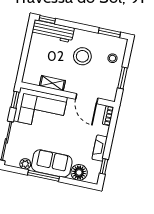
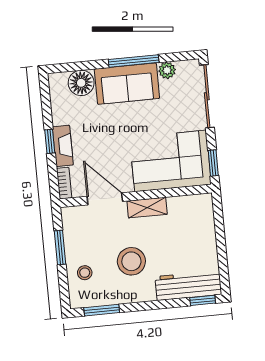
shelving: (52, 83) -> (147, 208), moved
fireplace: (100, 148) -> (63, 146), moved
window: (104, 166) -> (50, 141), moved

